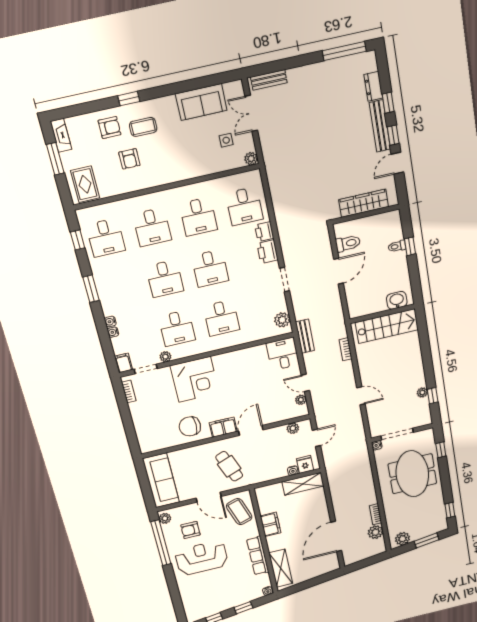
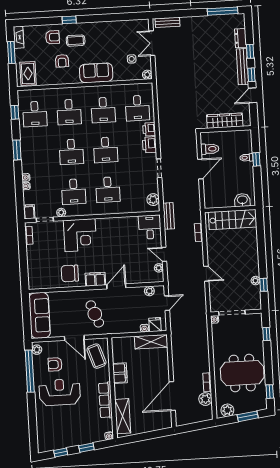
sofa: (201, 102) -> (96, 73), moved, turned 180
meeting table: (412, 474) -> (242, 373), moved, turned 90

